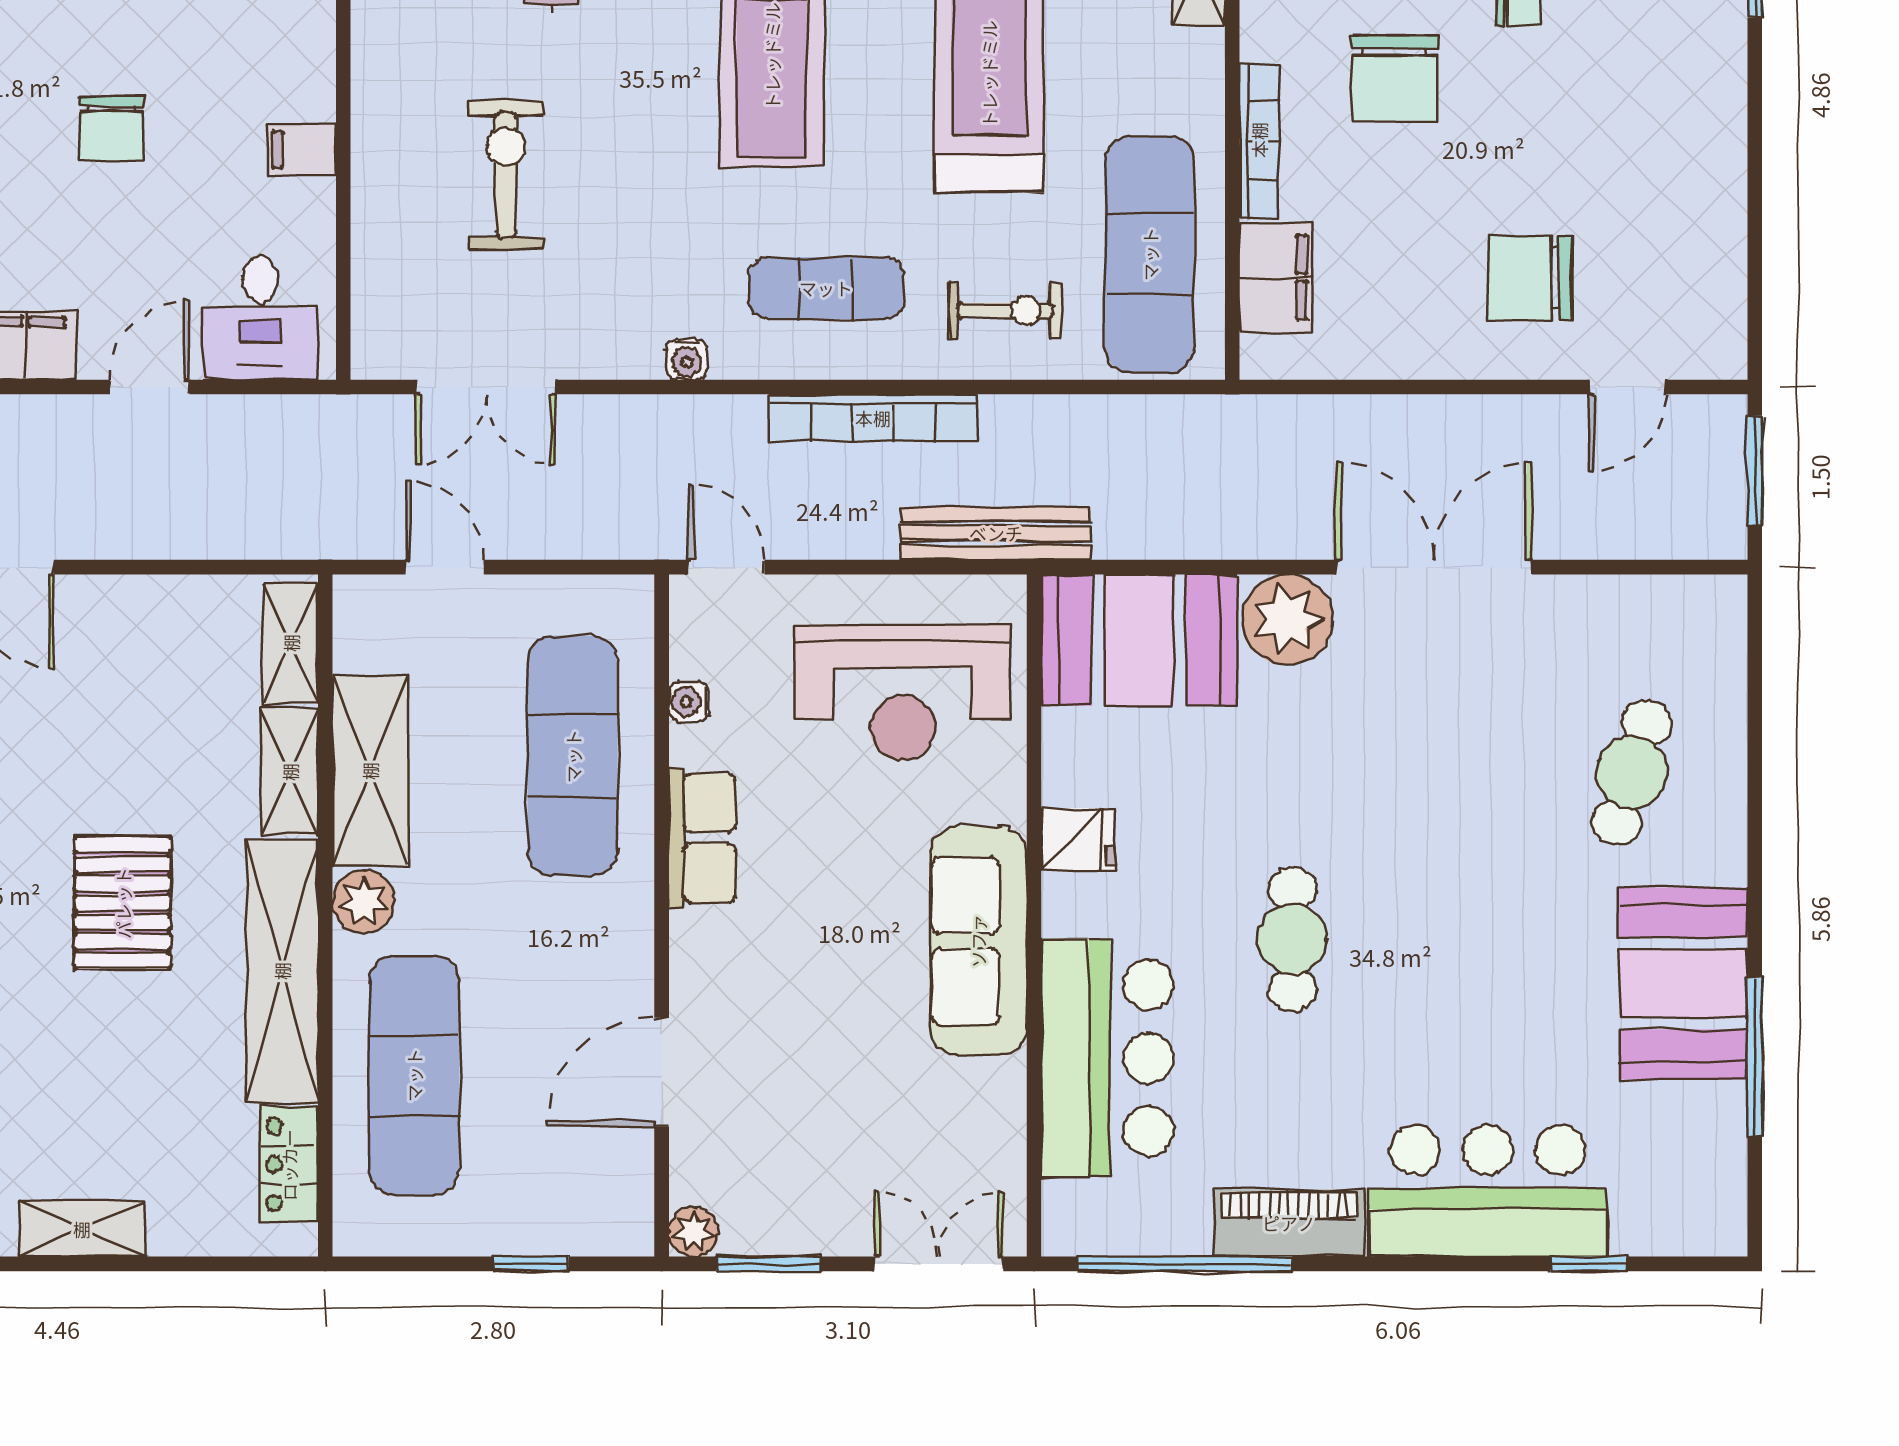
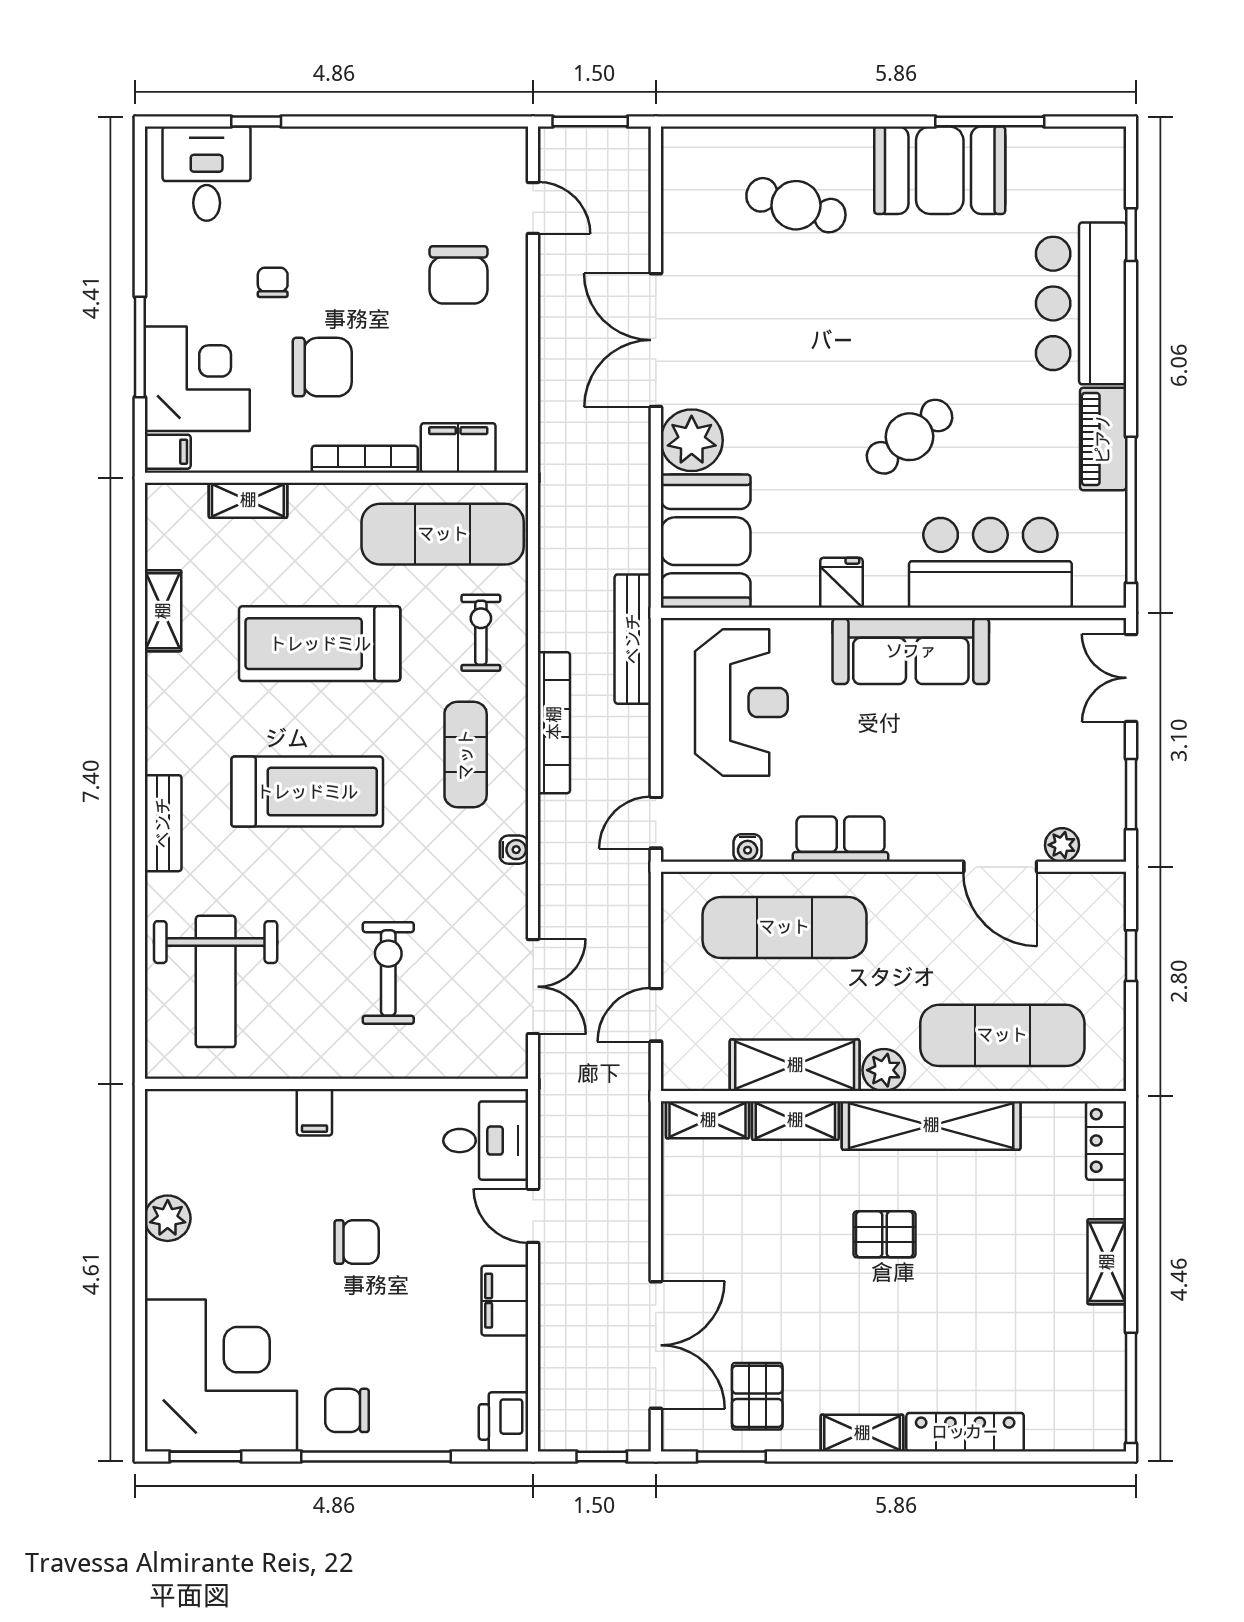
filing cabinet: (302, 150) -> (314, 1112), moved
exercise bike: (506, 175) -> (388, 973), turned 90
pallet: (123, 903) -> (885, 1234), width x0.67, depth x0.71
cafe table: (1292, 939) -> (910, 437), turned -38
locker: (289, 1165) -> (1106, 1140), moved, turned 90
plant: (694, 1232) -> (1062, 845), moved

